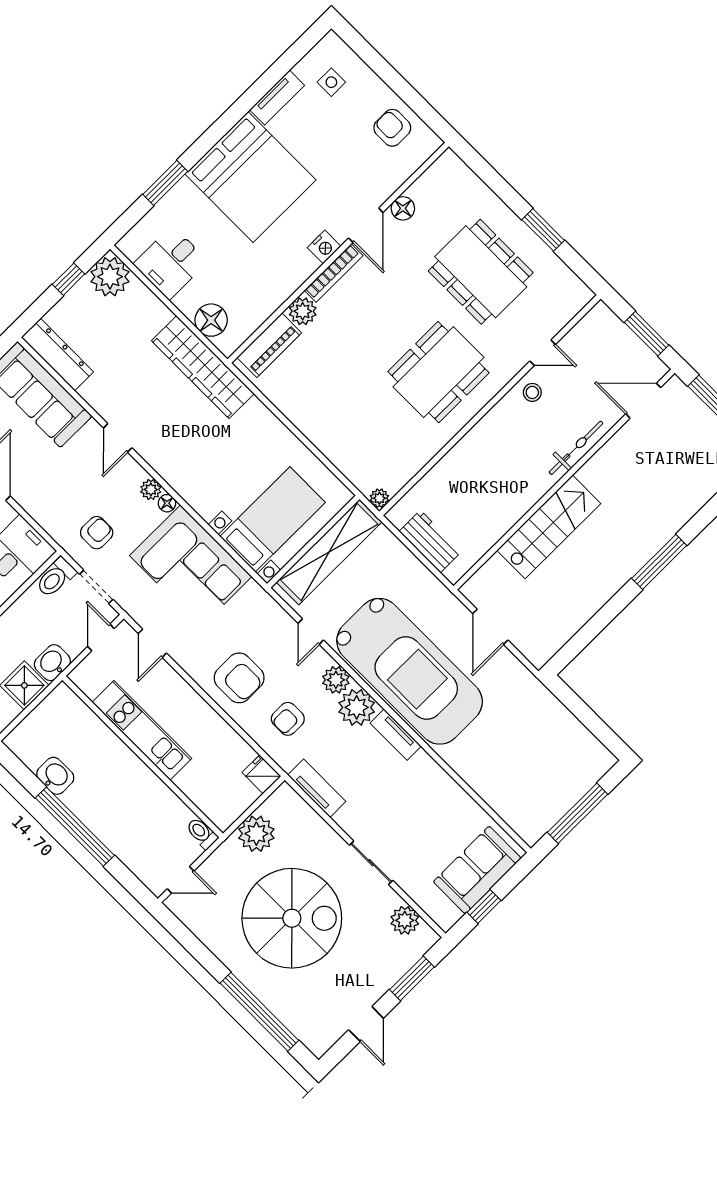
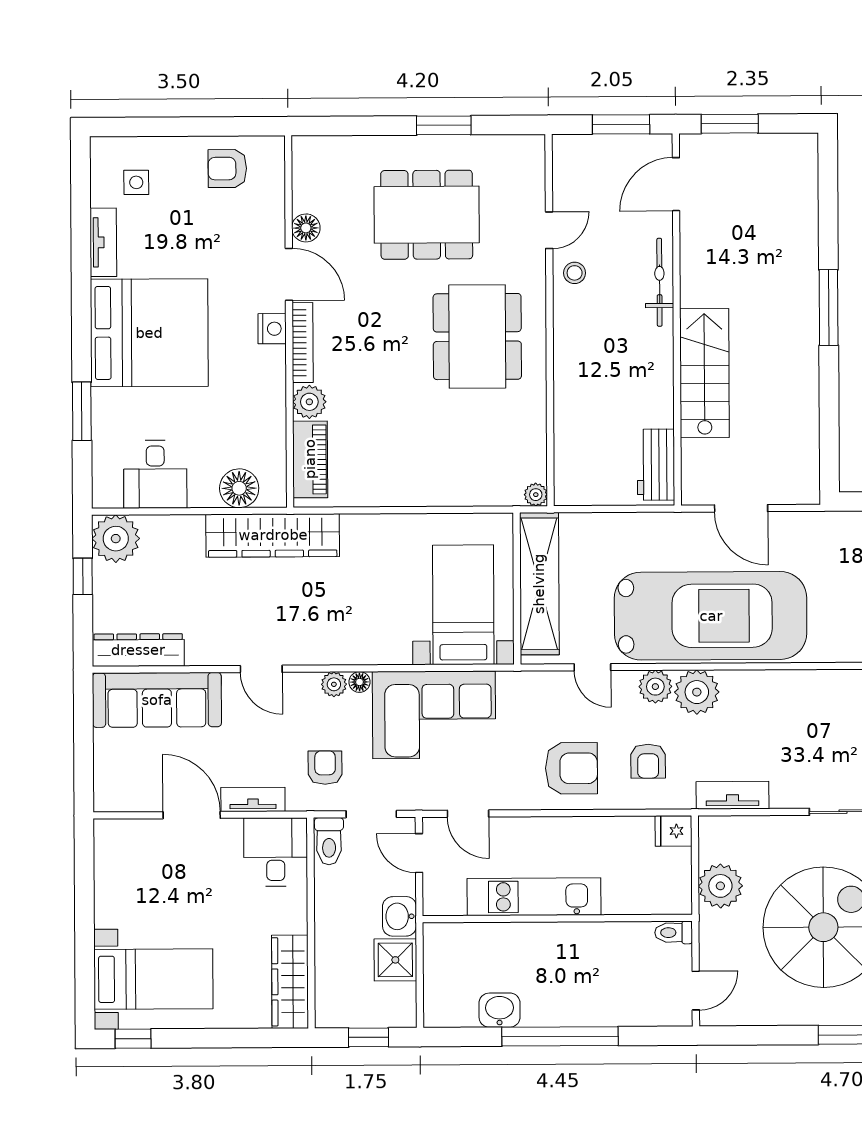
workbench: (430, 541) -> (656, 465), moved, turned -90
tv unit: (396, 735) -> (253, 799), moved, turned 180

